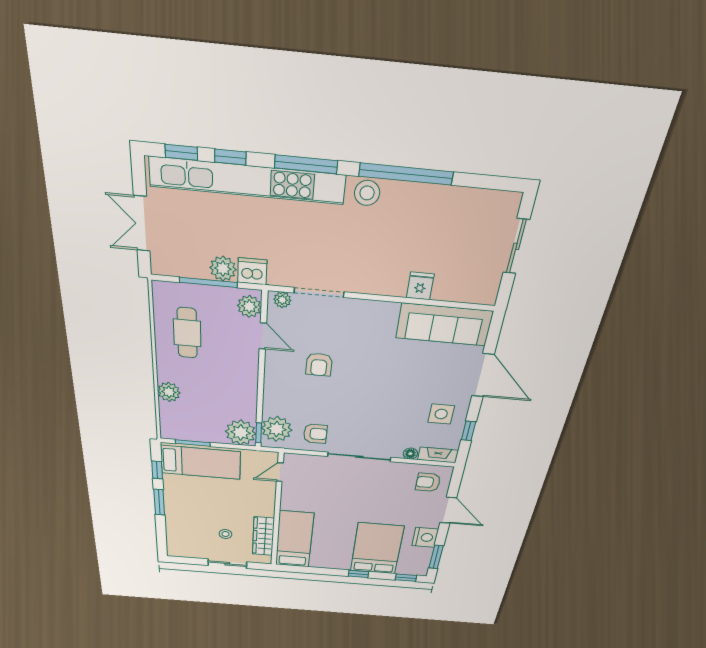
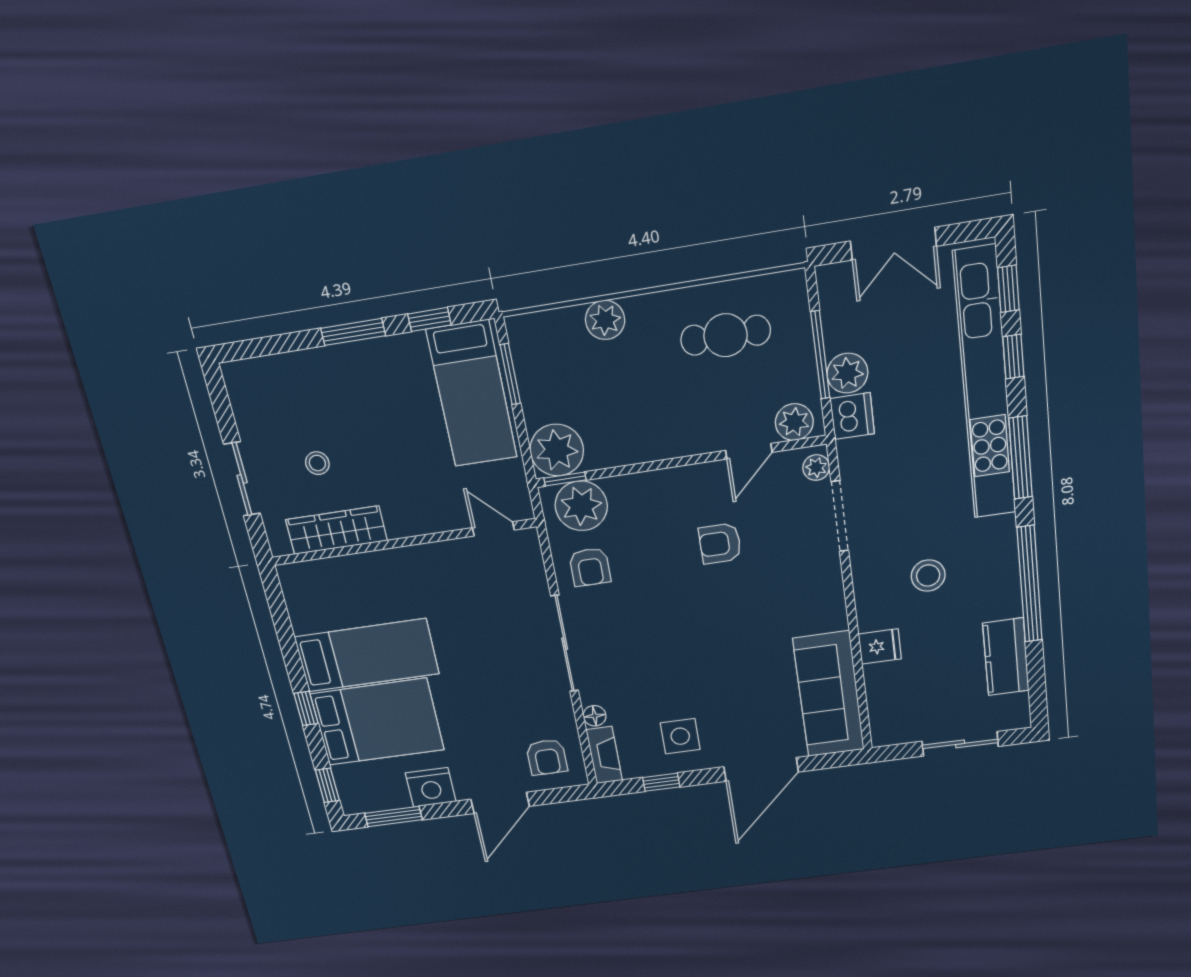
stool: (367, 193) -> (928, 576), moved
kitchen counter: (458, 201) -> (1006, 657), added
double door: (142, 224) -> (893, 244), swing flipped
armchair: (428, 482) -> (547, 757), turned 180
bed: (294, 539) -> (367, 655), moved

